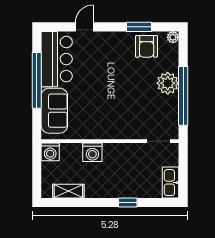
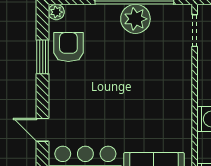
armchair: (147, 46) -> (68, 47), turned -90
plant: (168, 83) -> (135, 19), moved

